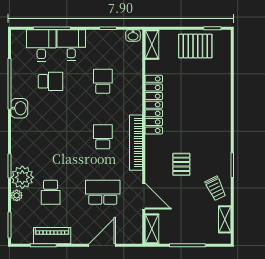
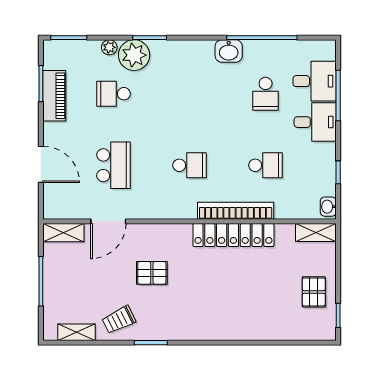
pallet: (195, 46) -> (314, 292), width x0.67, depth x0.71
bookcase: (136, 143) -> (236, 211), moved

